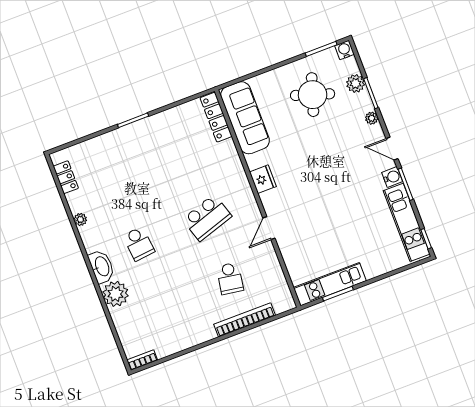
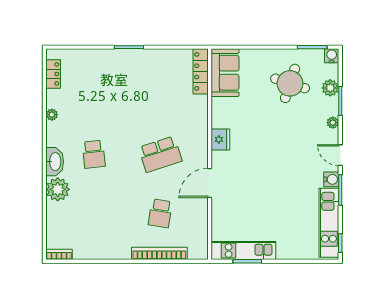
sofa: (245, 118) -> (225, 73), width x0.73
door: (269, 228) -> (210, 183), width x1.38

